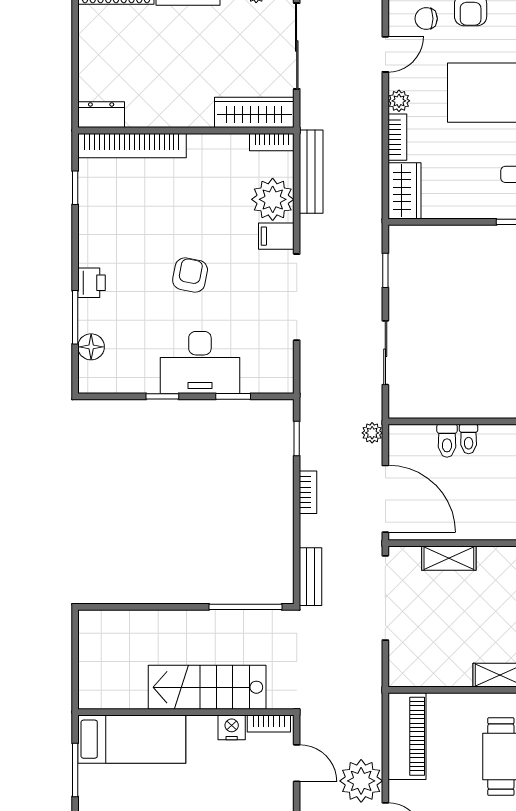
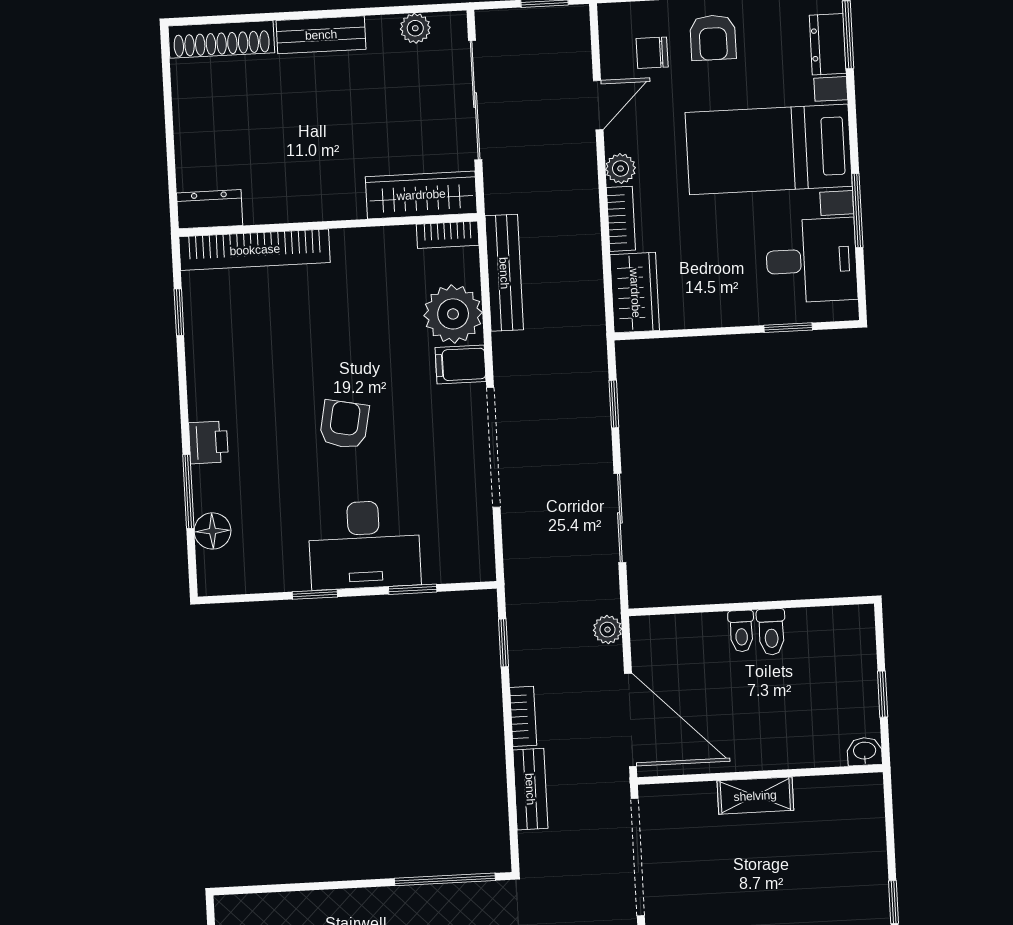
toilet: (447, 441) -> (771, 632), moved
shelving: (449, 558) -> (755, 796), moved
bench: (310, 577) -> (530, 789), moved

